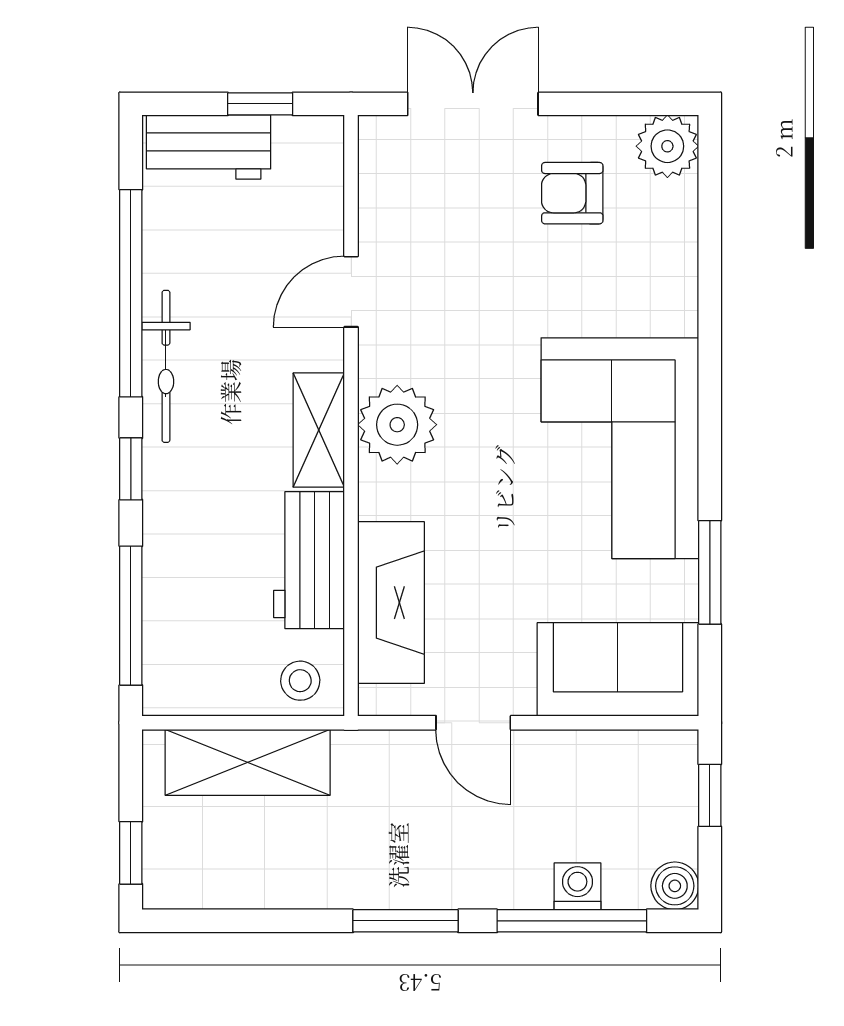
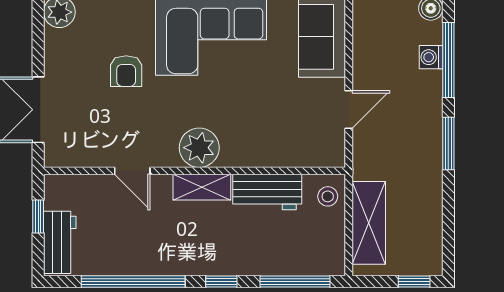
armchair: (572, 193) -> (126, 71), moved
bicycle: (166, 366) -> (170, 264), removed
fireplace: (391, 603) -> (289, 151), removed

